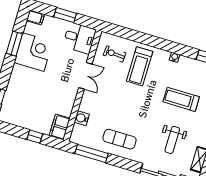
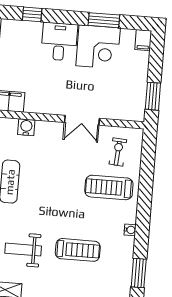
window: (65, 15) -> (153, 96), moved
desk: (79, 38) -> (59, 42), moved, turned 180
treadmill: (181, 99) -> (78, 250), turned 90

